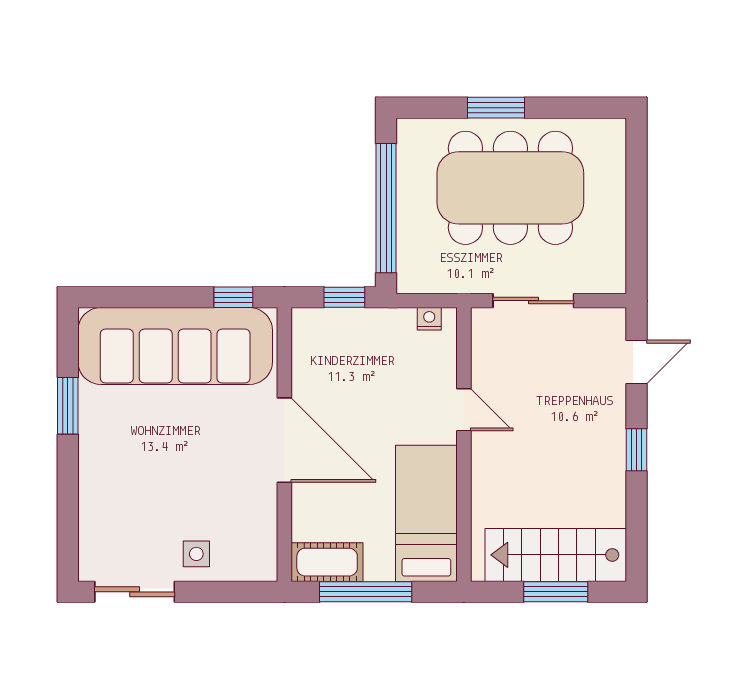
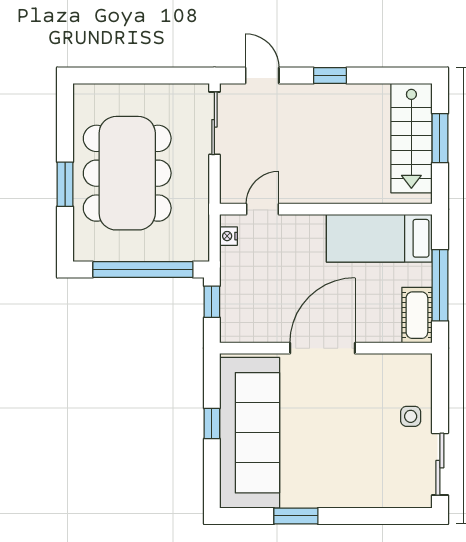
window: (233, 297) -> (212, 424), moved
sliding door: (533, 301) -> (214, 123), moved
door: (464, 410) -> (262, 209), moved

